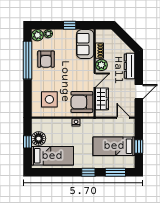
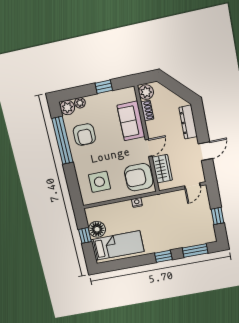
sofa: (85, 44) -> (131, 121), moved
plant: (101, 65) -> (146, 92), moved
door: (123, 118) -> (192, 186), swing flipped
bed: (114, 146) -> (188, 221), removed

